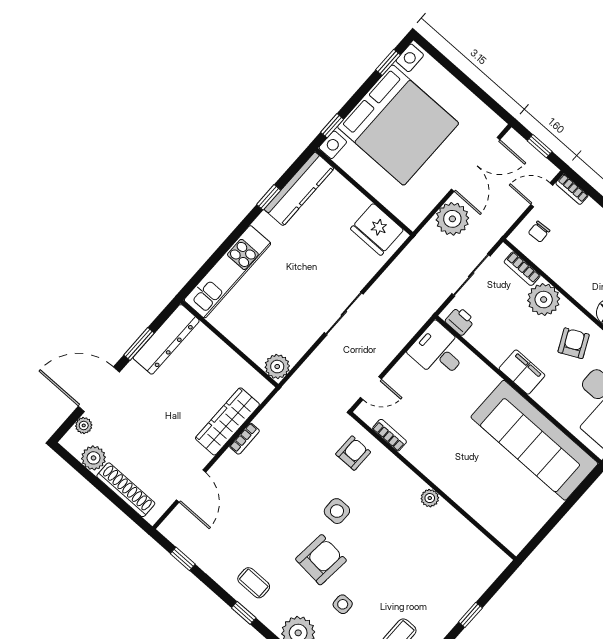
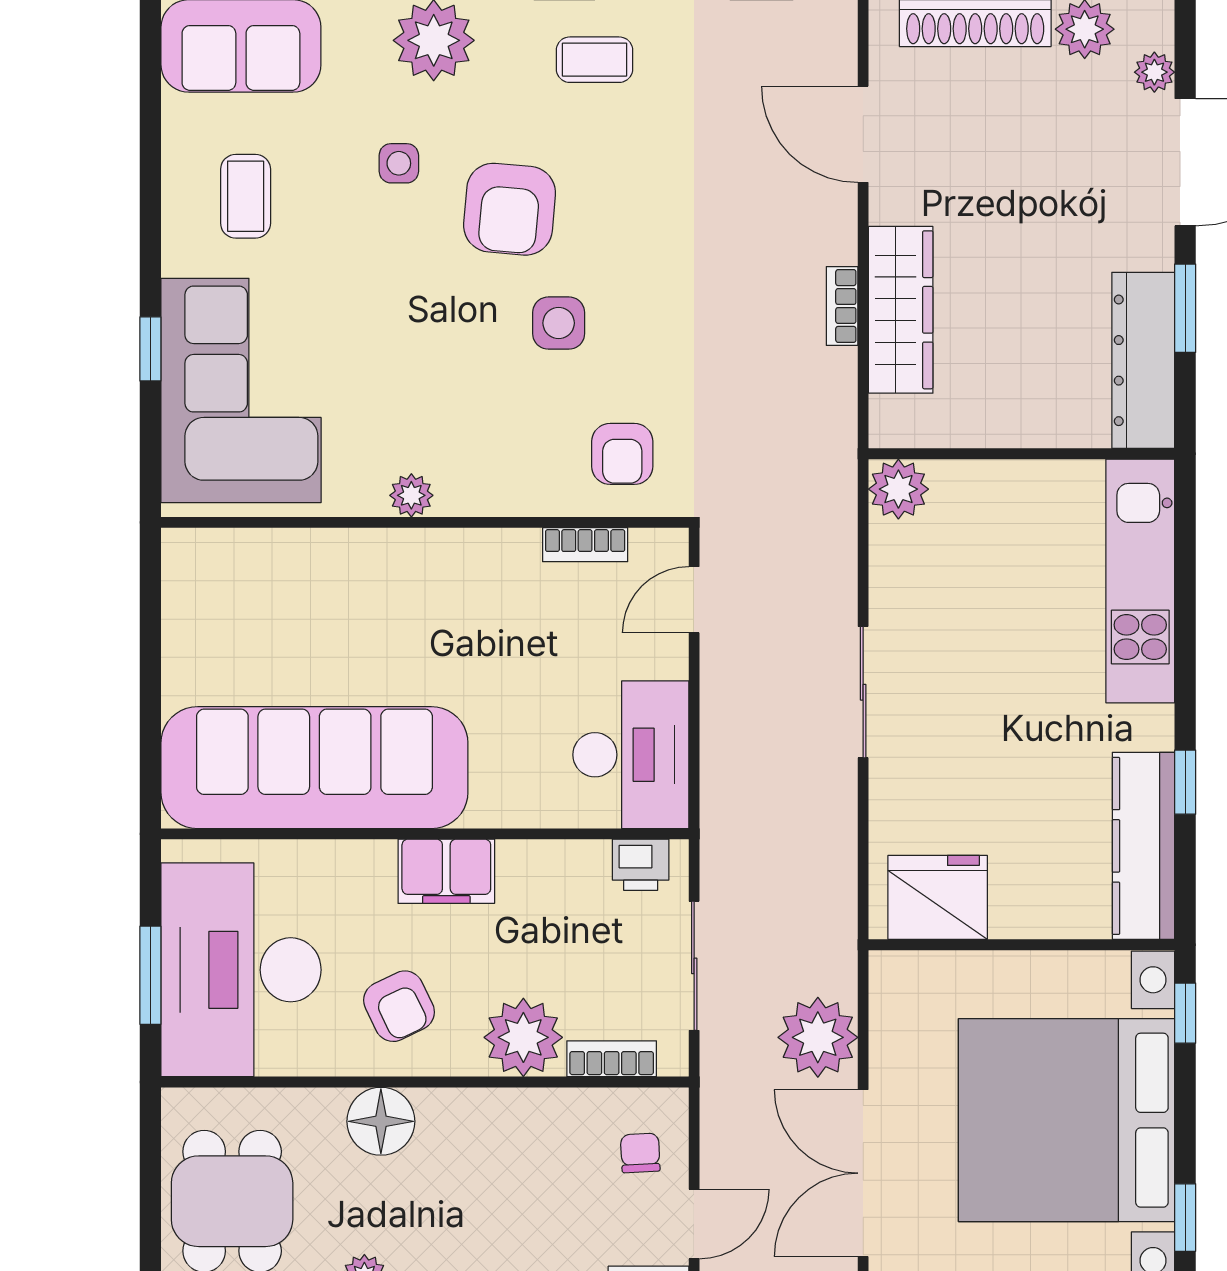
desk: (438, 351) -> (631, 755), width x1.37
corner sofa: (454, 577) -> (241, 391), added

